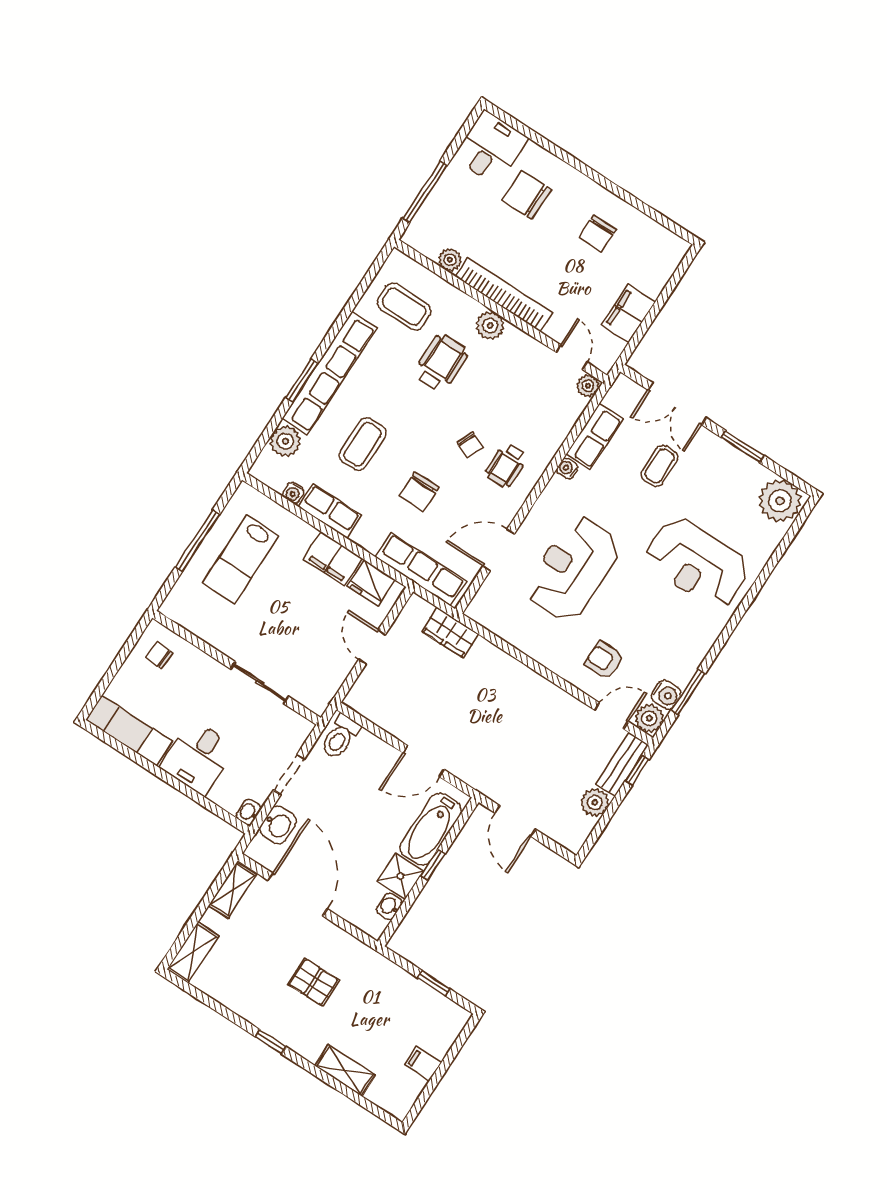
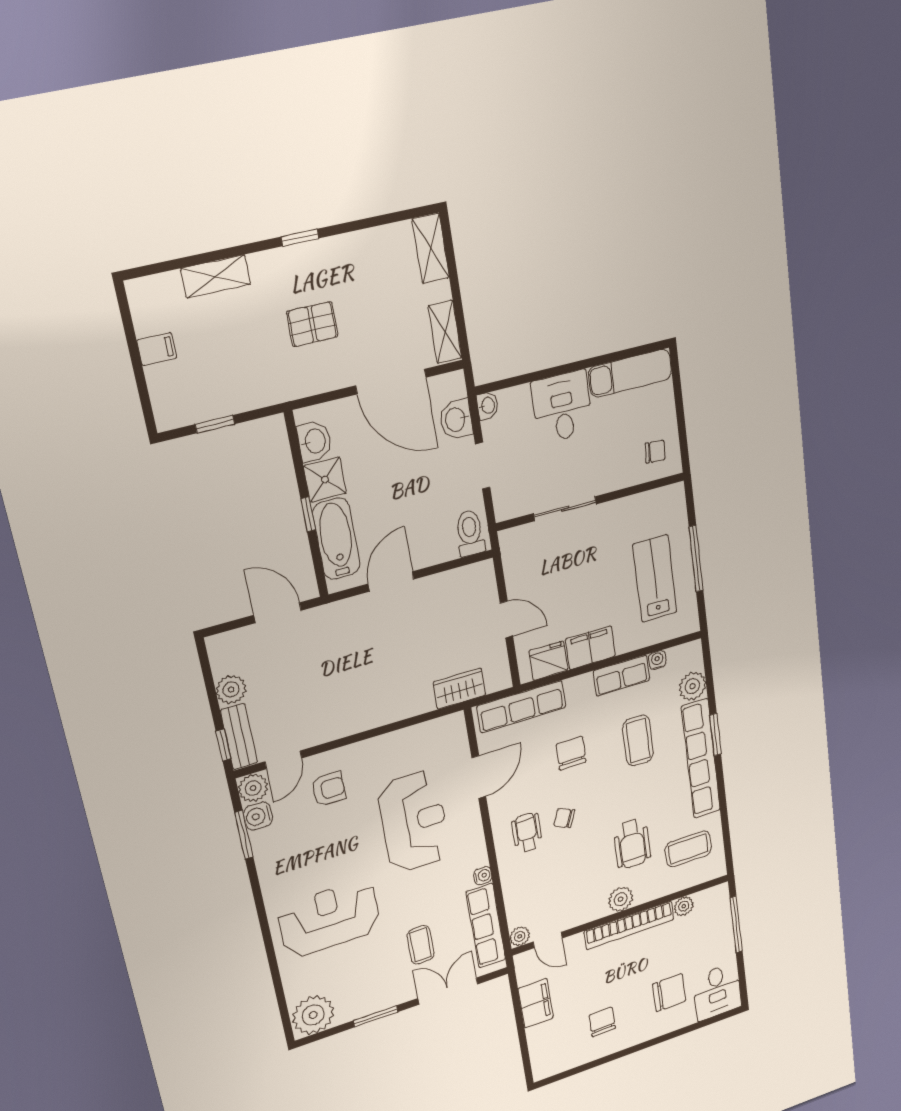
row of seats: (595, 437) -> (486, 926), width x1.48
washbasin: (389, 906) -> (314, 441), width x1.38, depth x1.45

